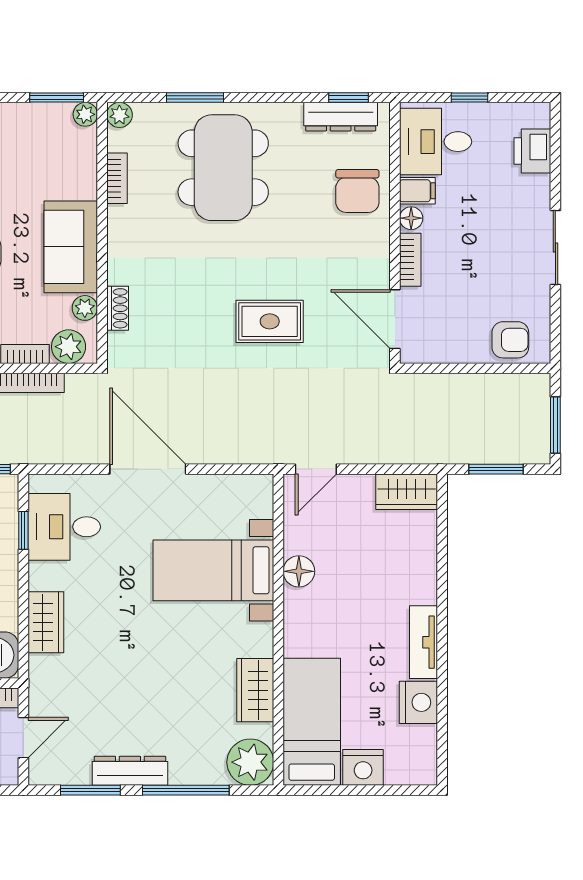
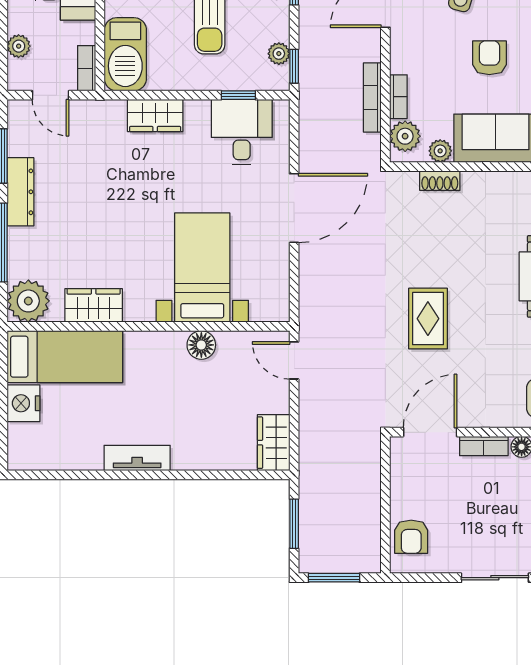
nightstand: (418, 702) -> (82, 453), removed

